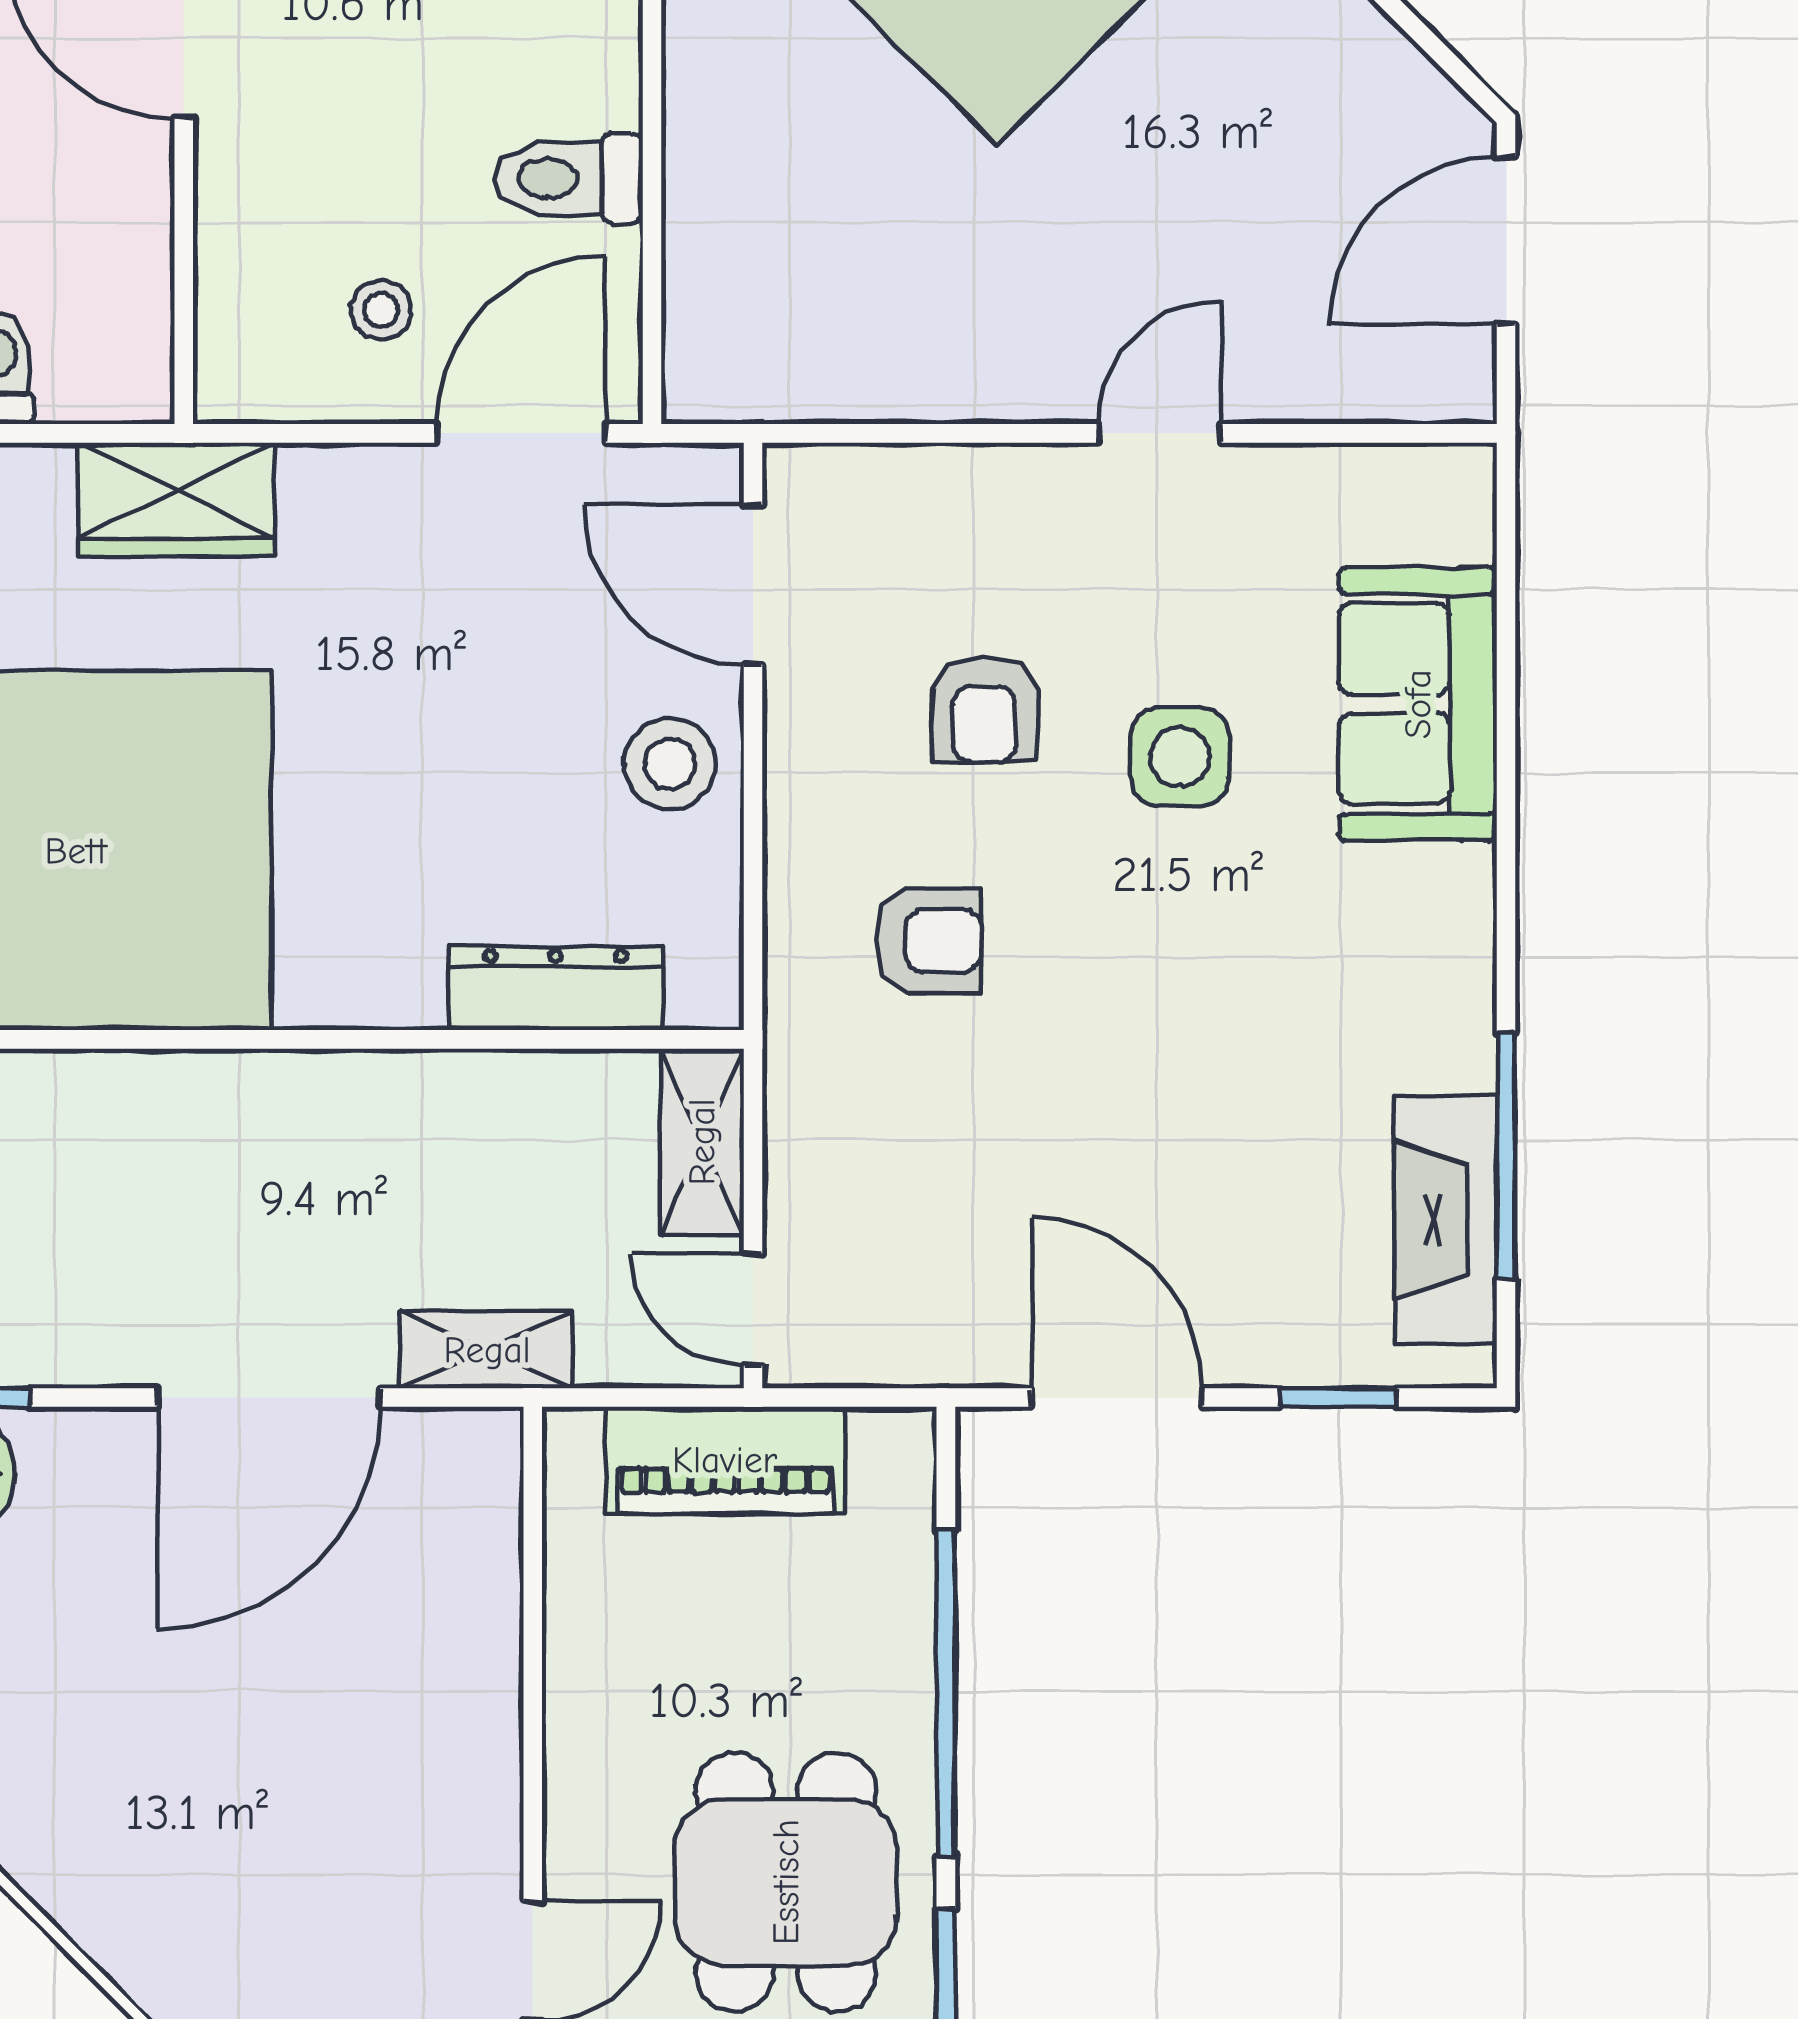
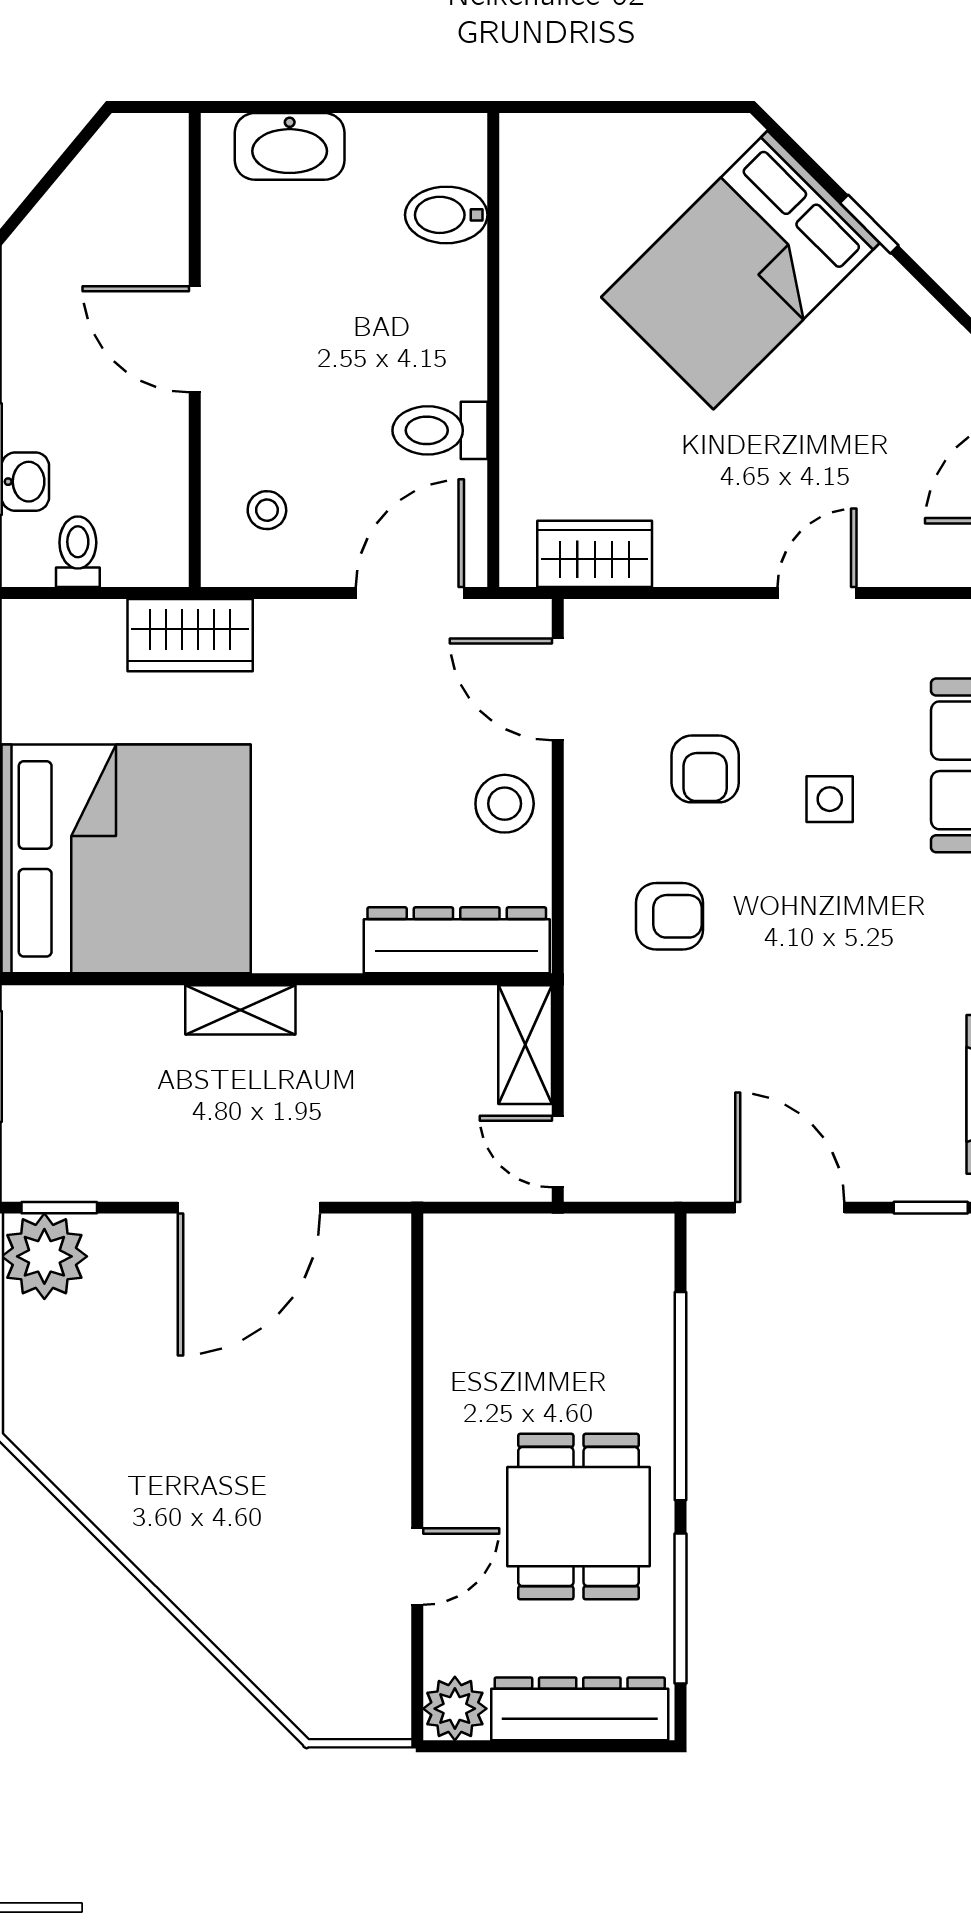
stool: (381, 310) -> (267, 510), moved
wardrobe: (811, 372) -> (595, 554), added
side table: (1180, 757) -> (830, 799), width x0.73, depth x0.73
dresser: (556, 988) -> (457, 940), width x1.37, depth x1.24
shelving: (487, 1350) -> (240, 1010), moved
piano: (725, 1460) -> (540, 1248), removed

